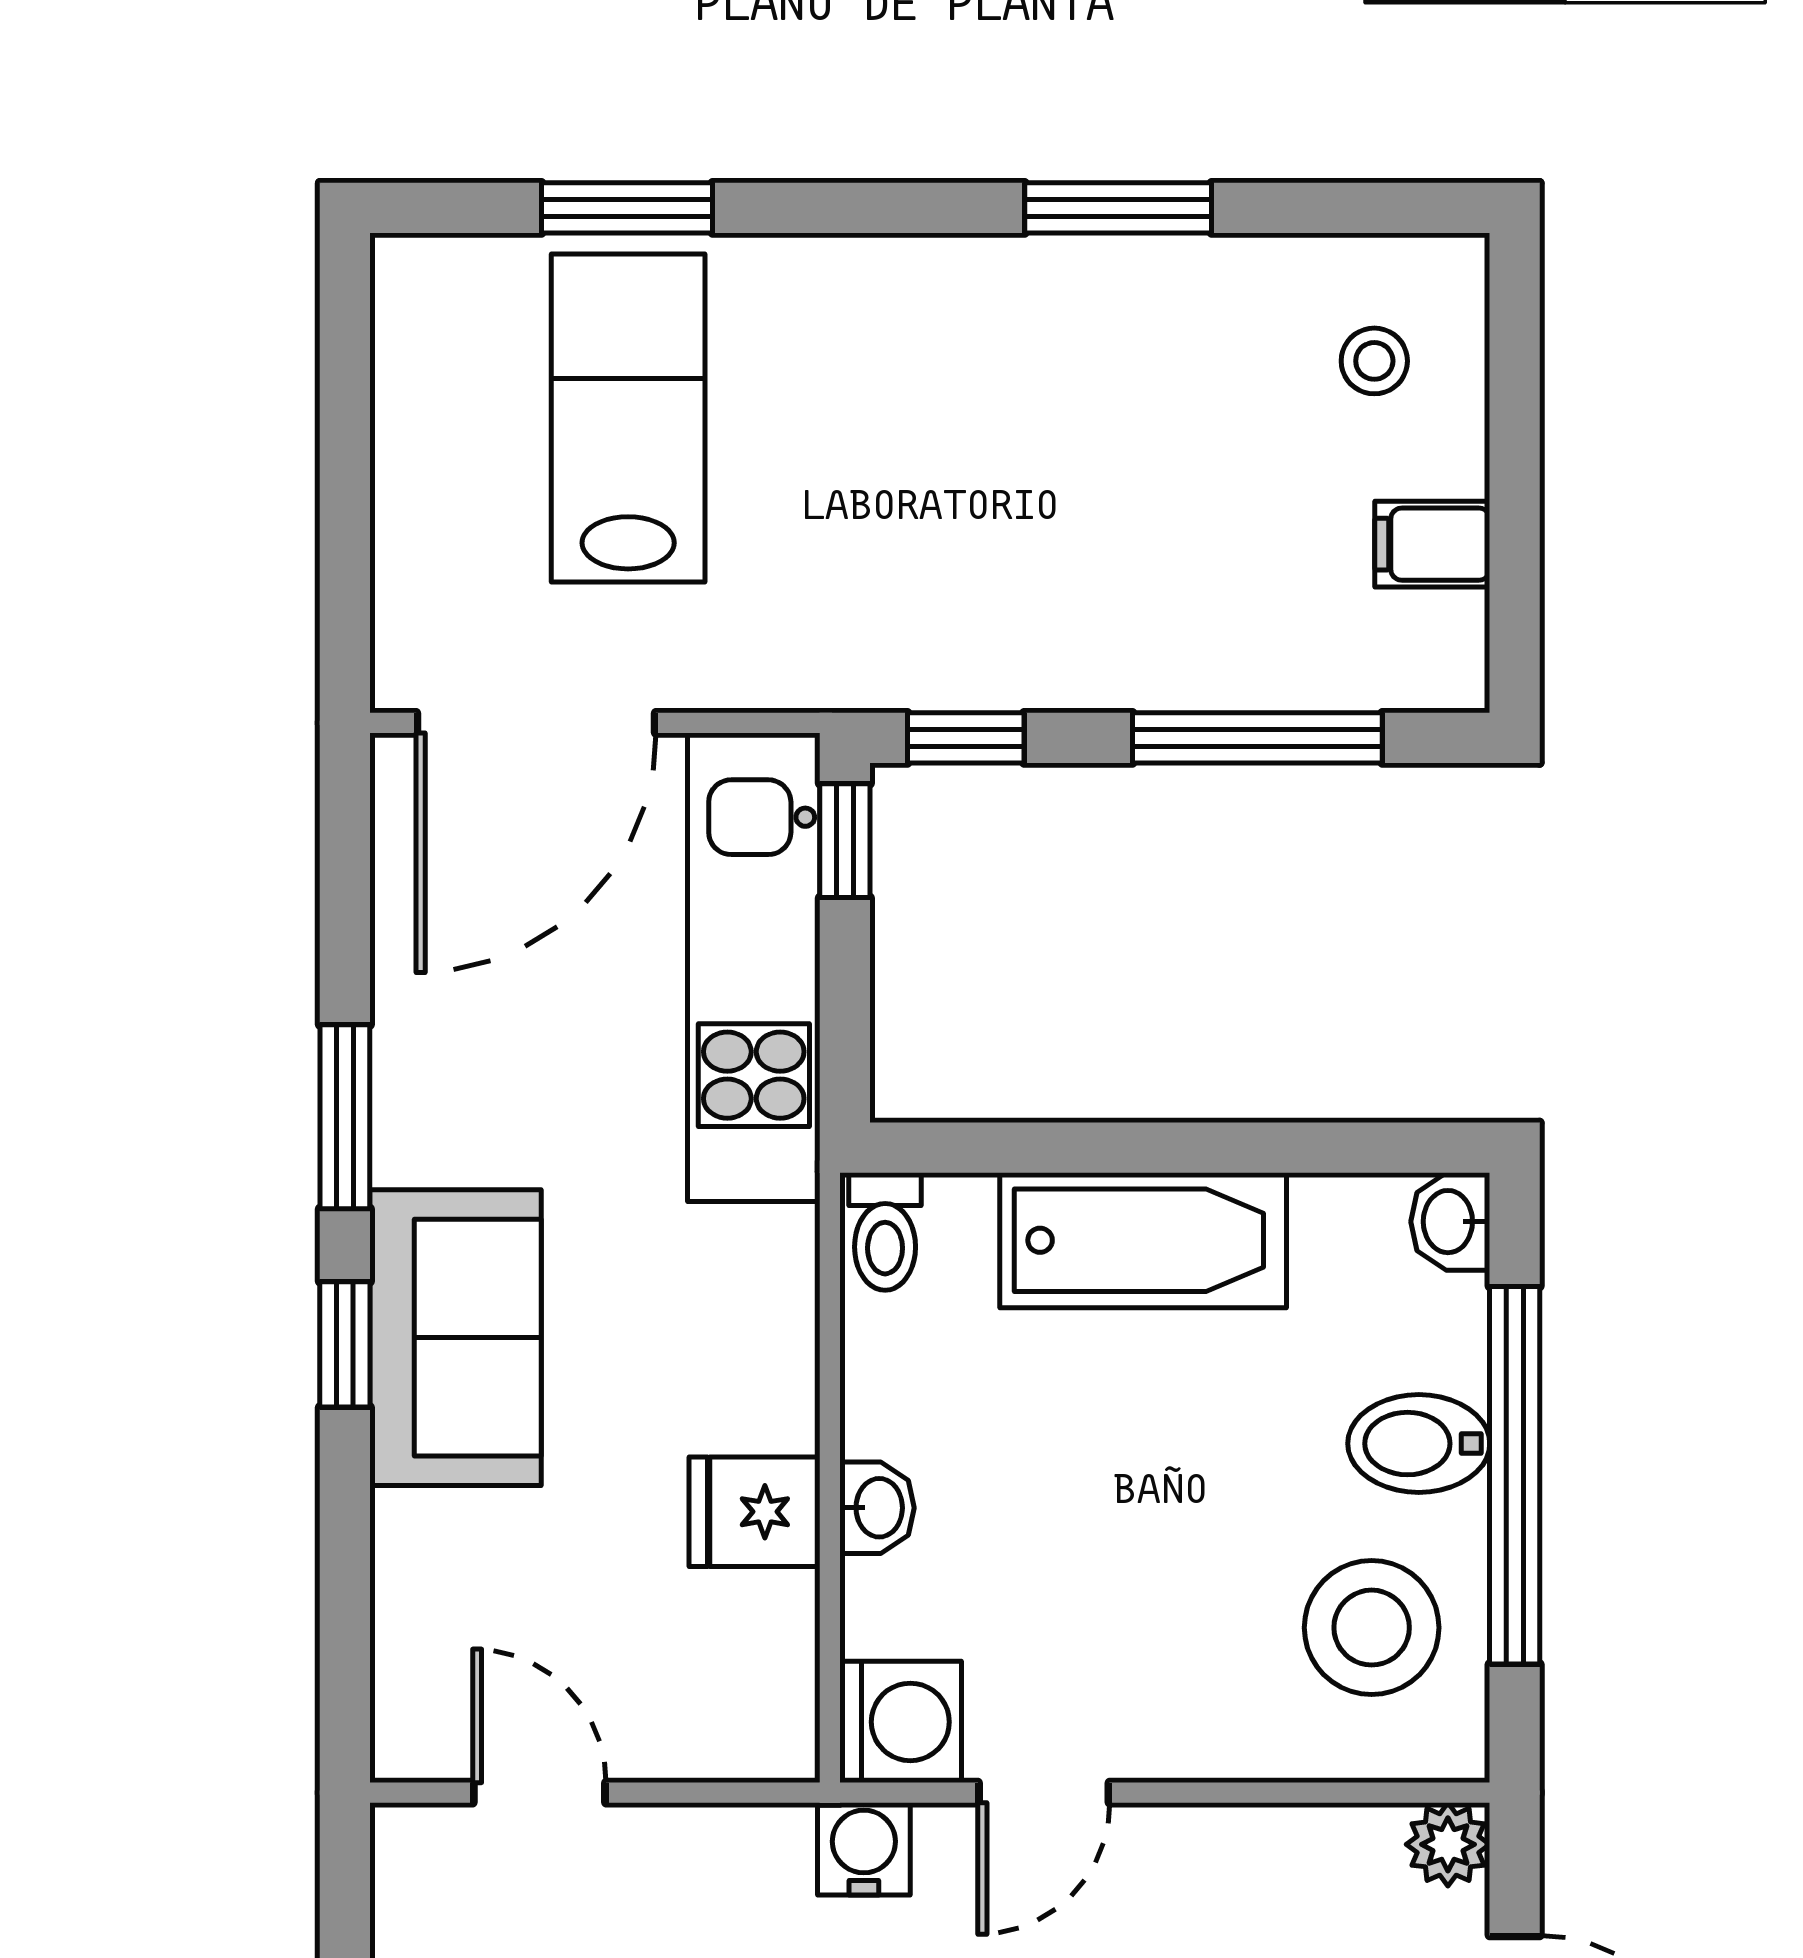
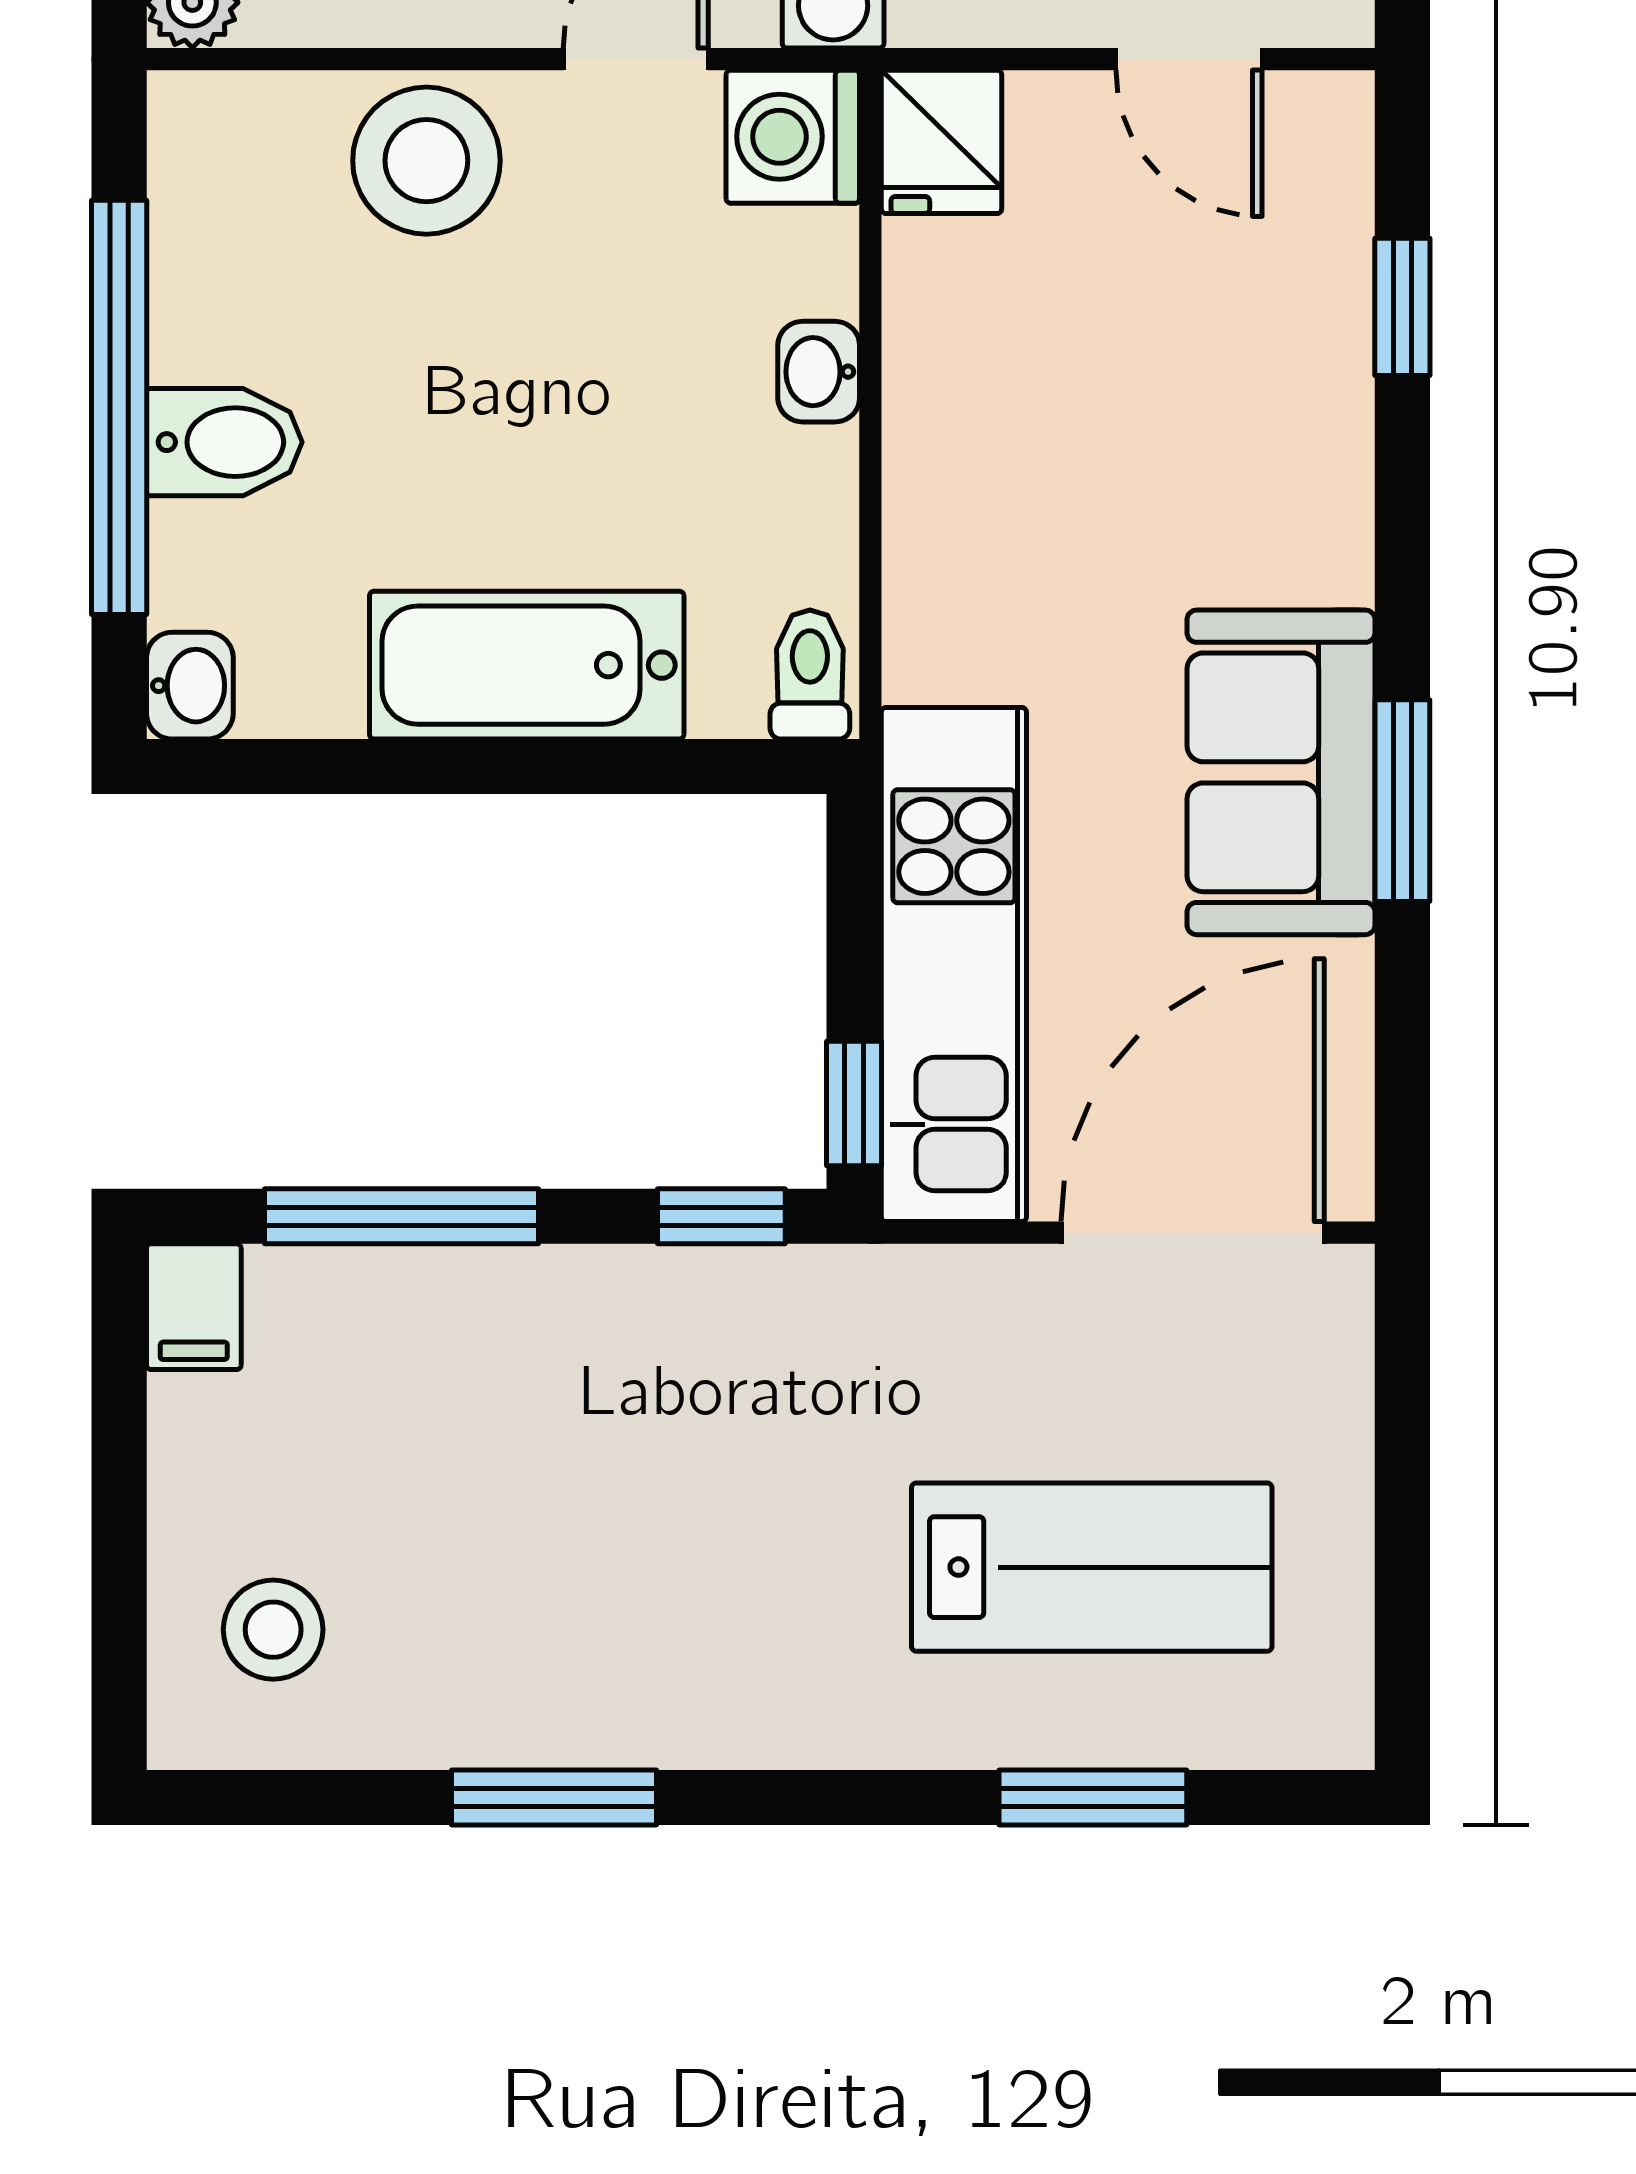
stool: (1374, 361) -> (273, 1630), width x1.37, depth x1.37
lab bench: (628, 418) -> (1092, 1567), turned -90
filing cabinet: (1432, 544) -> (194, 1307), moved, turned 90
sofa: (456, 1338) -> (1281, 772), moved
window: (345, 1344) -> (1402, 307), moved
fridge: (754, 1512) -> (942, 142), moved, turned 90
stool: (1372, 1628) -> (426, 161), moved

